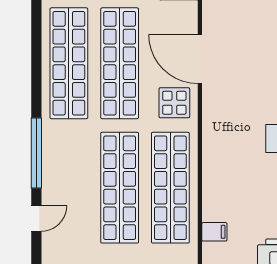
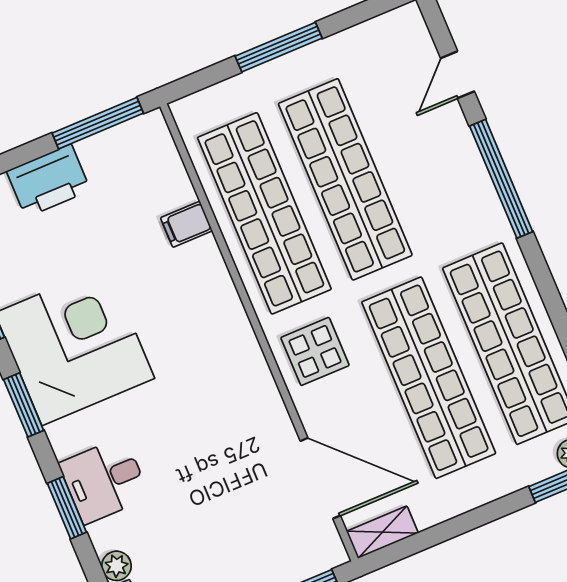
door: (200, 59) -> (320, 478), moved
filing cabinet: (214, 232) -> (186, 224), moved

